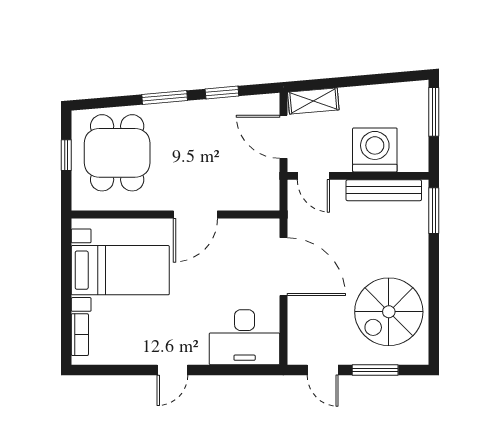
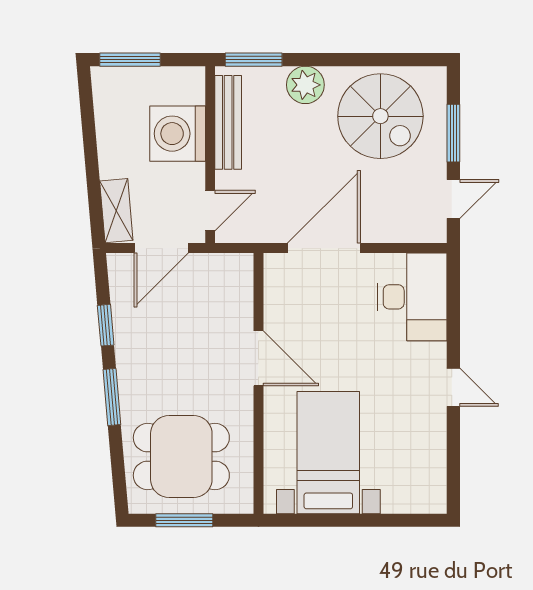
window: (66, 155) -> (184, 520), width x1.50
plant: (414, 252) -> (305, 85), added
bookcase: (80, 335) -> (409, 503), removed

